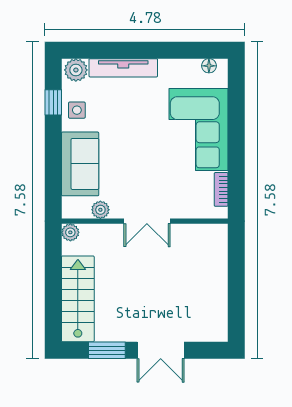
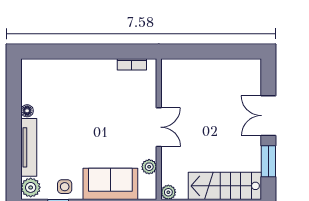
floor lamp: (209, 66) -> (27, 111), moved
corner sofa: (199, 130) -> (81, 83), removed
double door: (161, 350) -> (268, 116), swing flipped

